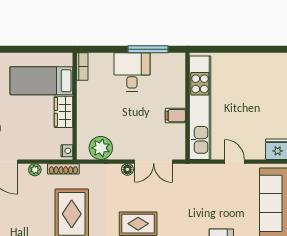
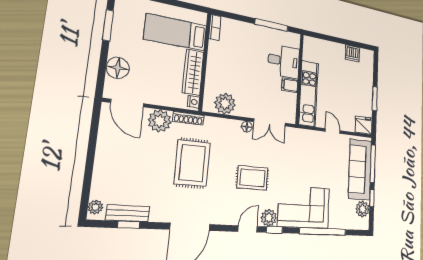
dishwasher: (258, 62) -> (352, 53), added
desk: (132, 72) -> (284, 61), moved, turned 90
kitchen unit: (200, 108) -> (308, 93), width x0.73
wardrobe: (64, 112) -> (193, 72), width x1.50
plant: (35, 170) -> (160, 121), width x1.88, depth x1.88

